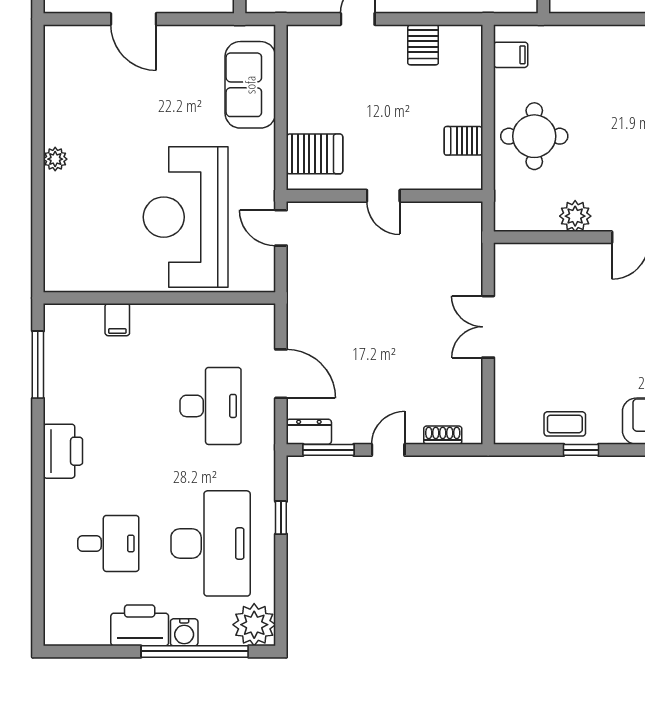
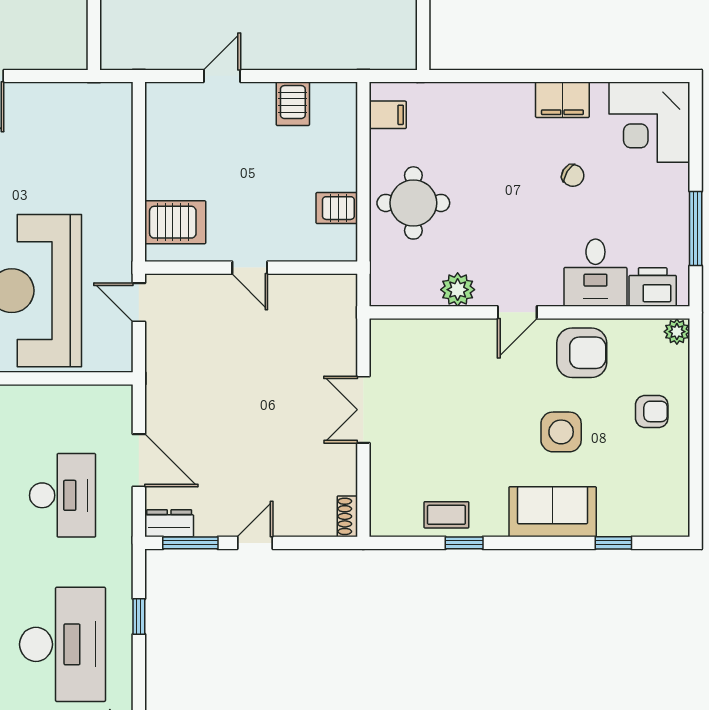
sofa: (250, 85) -> (106, 147), removed
shoe rack: (443, 435) -> (347, 516), moved, turned -90

